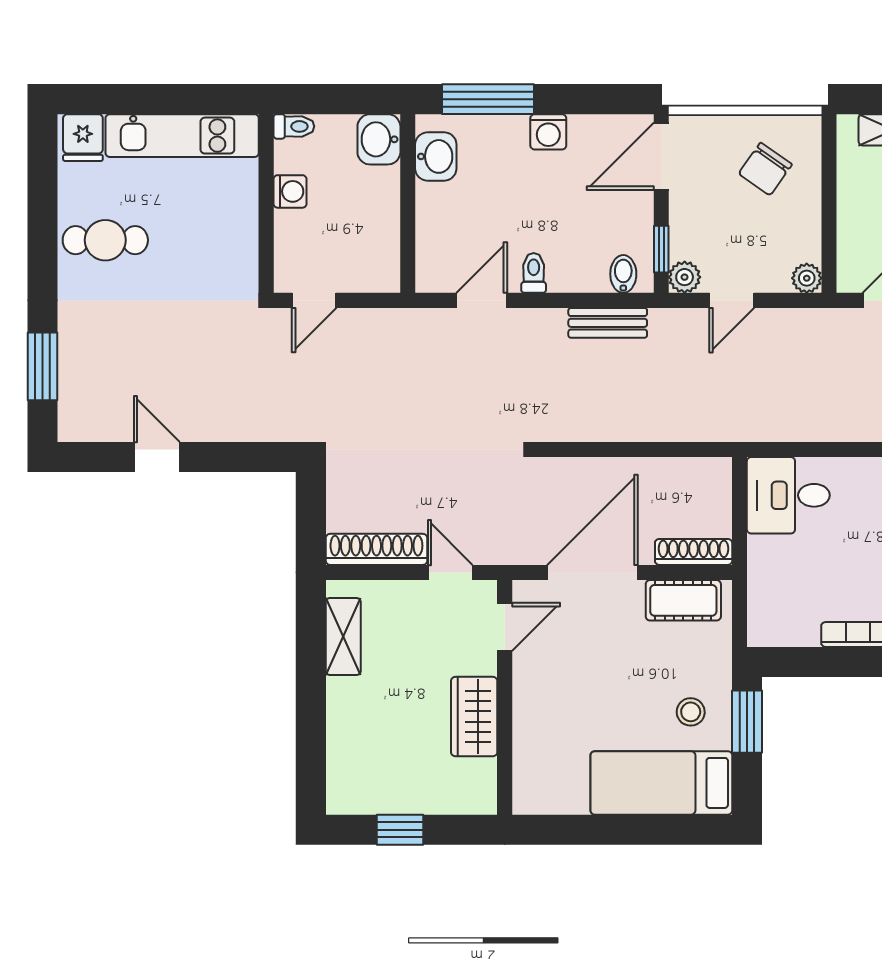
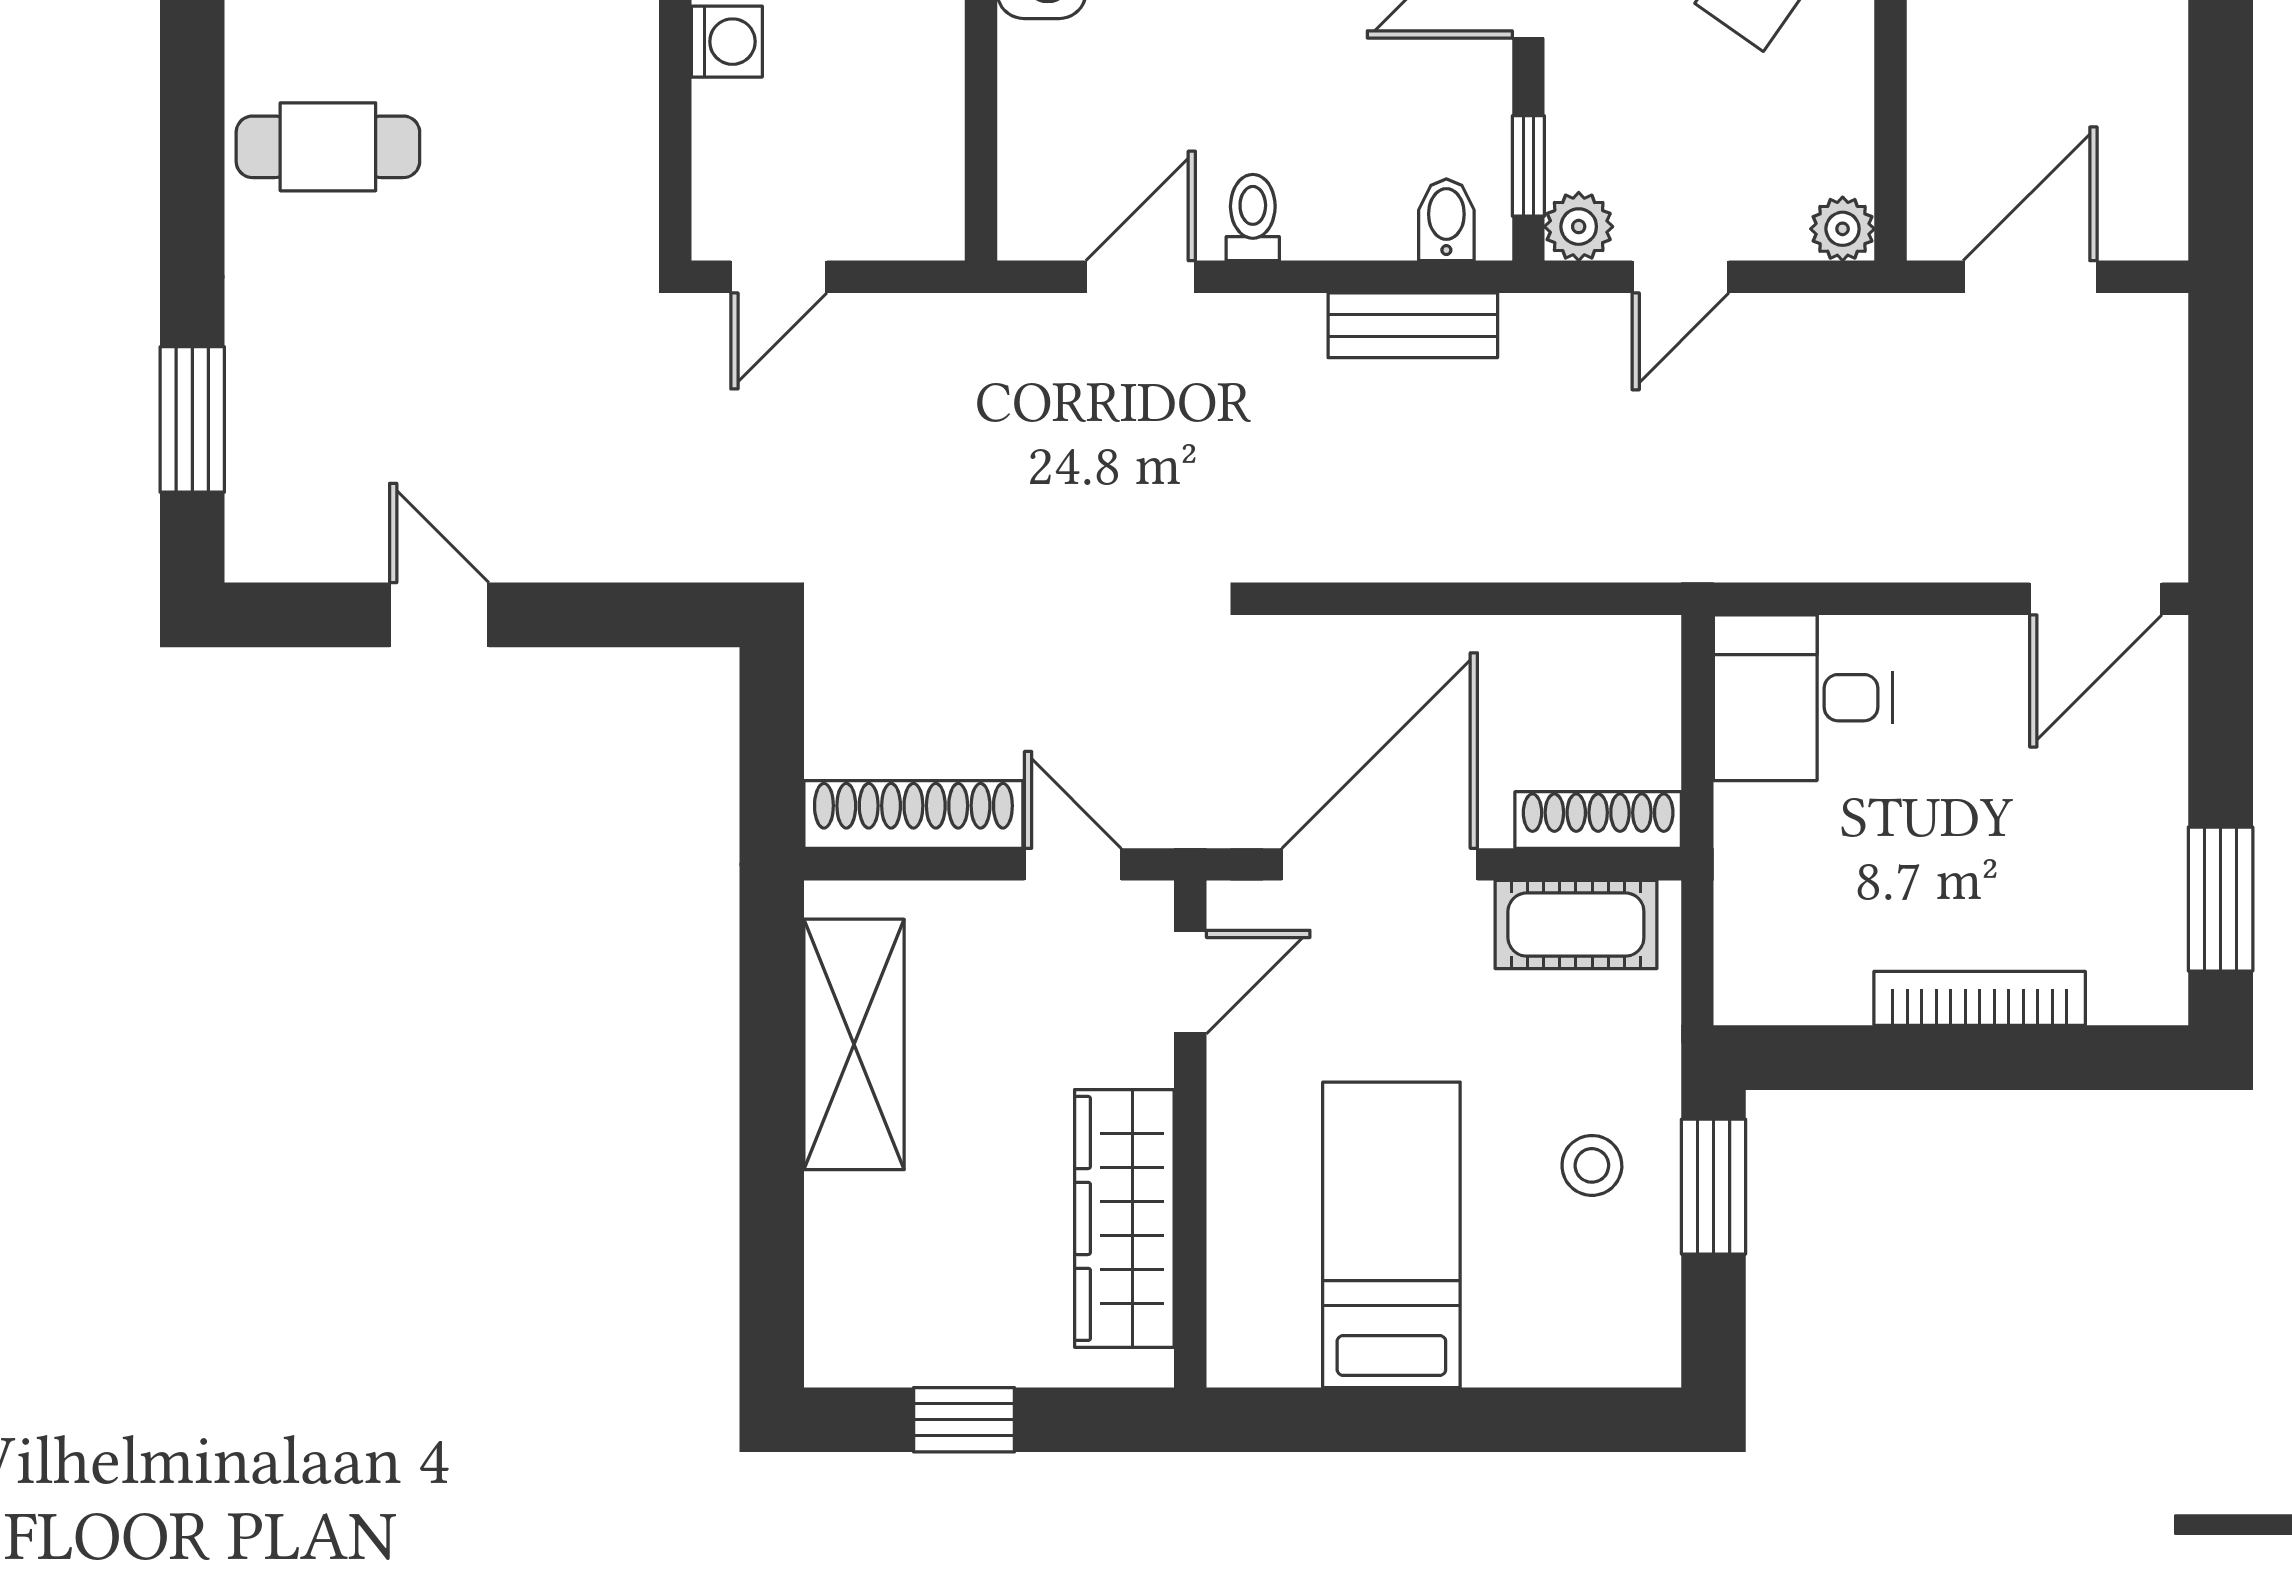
shelving: (343, 637) -> (854, 1044), width x1.50, depth x1.33
wardrobe: (474, 717) -> (1124, 1218), width x1.50
bed: (661, 783) -> (1391, 1235), moved, turned 90

